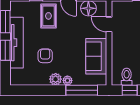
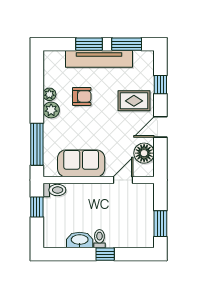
toilet: (127, 77) -> (54, 190), moved
plant: (67, 80) -> (49, 94), moved

